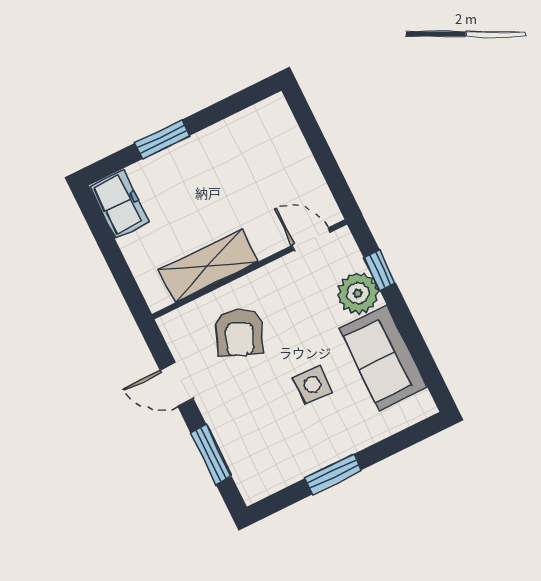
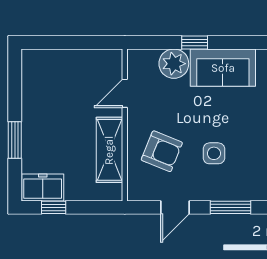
window: (101, 231) -> (54, 207), added
door: (311, 239) -> (125, 93), moved
window: (380, 270) -> (195, 43), moved
side table: (312, 385) -> (214, 153), moved

